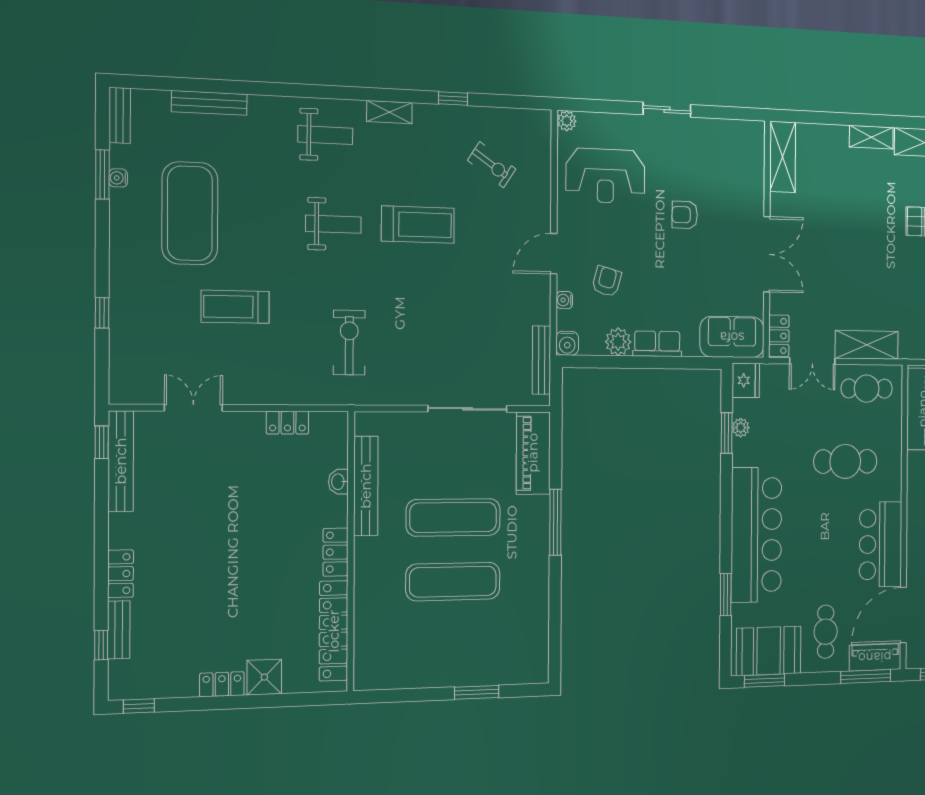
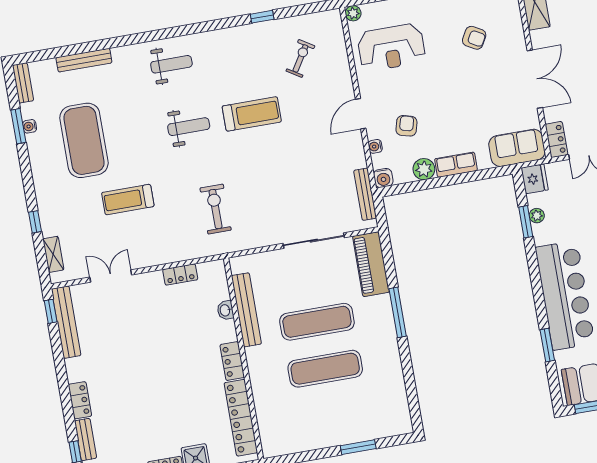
shelving: (389, 112) -> (53, 254), moved, turned 90
exercise bike: (492, 165) -> (300, 58), turned -92
armchair: (685, 215) -> (474, 38), moved, turned -151

